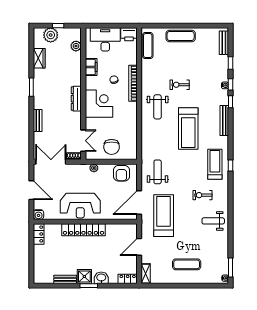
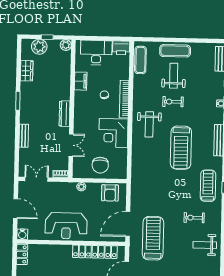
plant: (76, 46) -> (66, 45), moved
corner desk: (99, 104) -> (113, 133), moved, turned 180
double door: (83, 141) -> (71, 145), moved
double door: (51, 162) -> (36, 179), width x0.73
weight bench: (158, 172) -> (174, 76), moved
locker: (83, 230) -> (95, 252), moved

